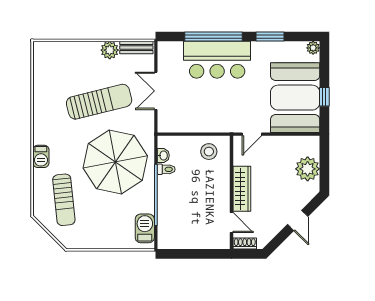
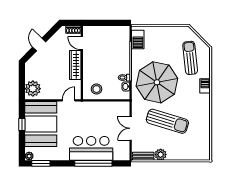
window: (270, 36) -> (41, 163), moved
double door: (156, 91) -> (131, 128), swing flipped
sun lounger: (99, 102) -> (167, 121), turned -149
plant: (308, 169) -> (33, 89), moved

